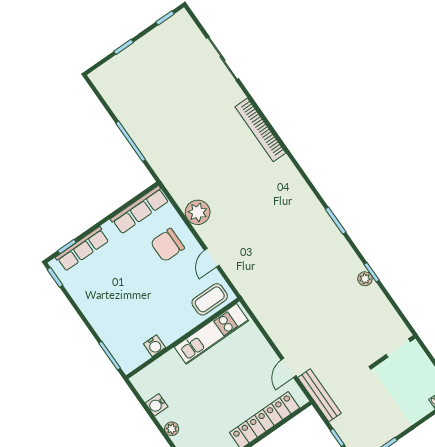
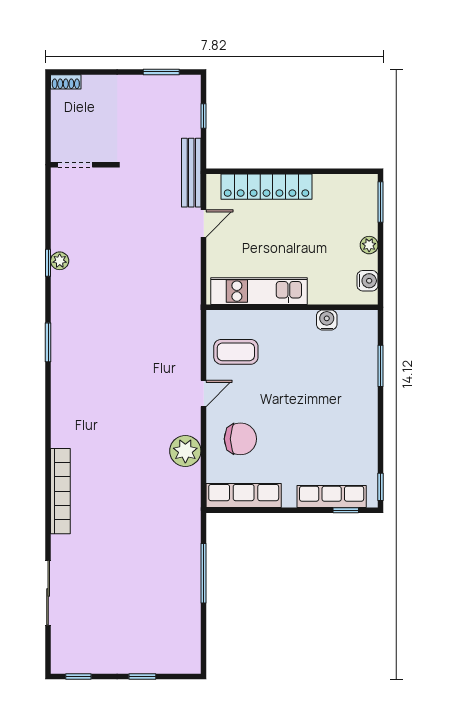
kitchen unit: (211, 334) -> (259, 291), moved
wall: (183, 338) -> (292, 307), moved
water cooler: (154, 346) -> (327, 320), moved

